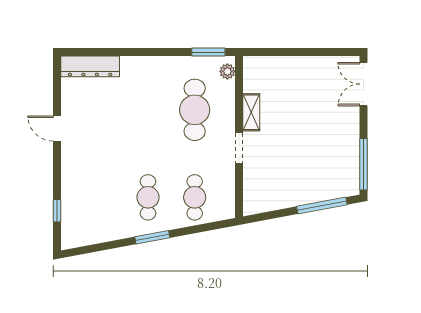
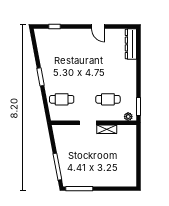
double door: (363, 84) -> (122, 189), removed
cafe table: (195, 110) -> (108, 99), width x0.73, depth x0.74
door: (57, 129) -> (98, 27), swing flipped
cafe table: (148, 197) -> (62, 75), removed

